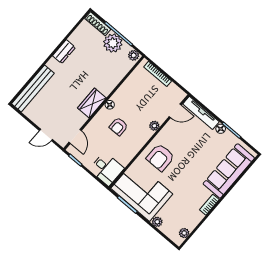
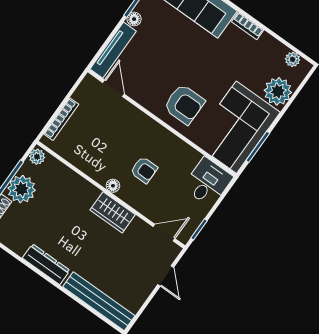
dresser: (64, 52) -> (46, 264), width x1.44
plant: (154, 126) -> (138, 117), removed
plant: (157, 222) -> (278, 91), width x1.87, depth x1.87

